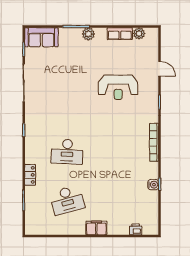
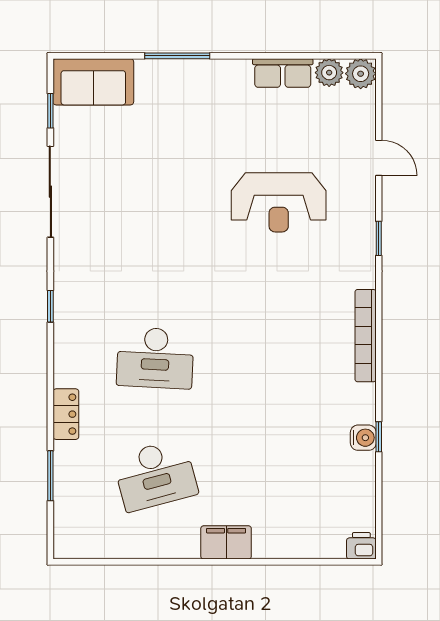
plant: (88, 34) -> (361, 74), moved
printer: (136, 229) -> (361, 546), moved

